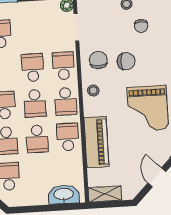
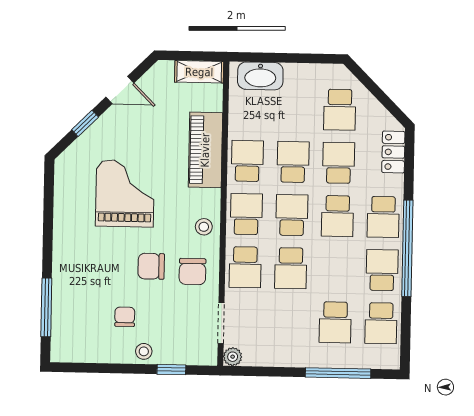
school desk: (68, 137) -> (247, 161), turned 180
door: (157, 177) -> (120, 90), hinge flipped

